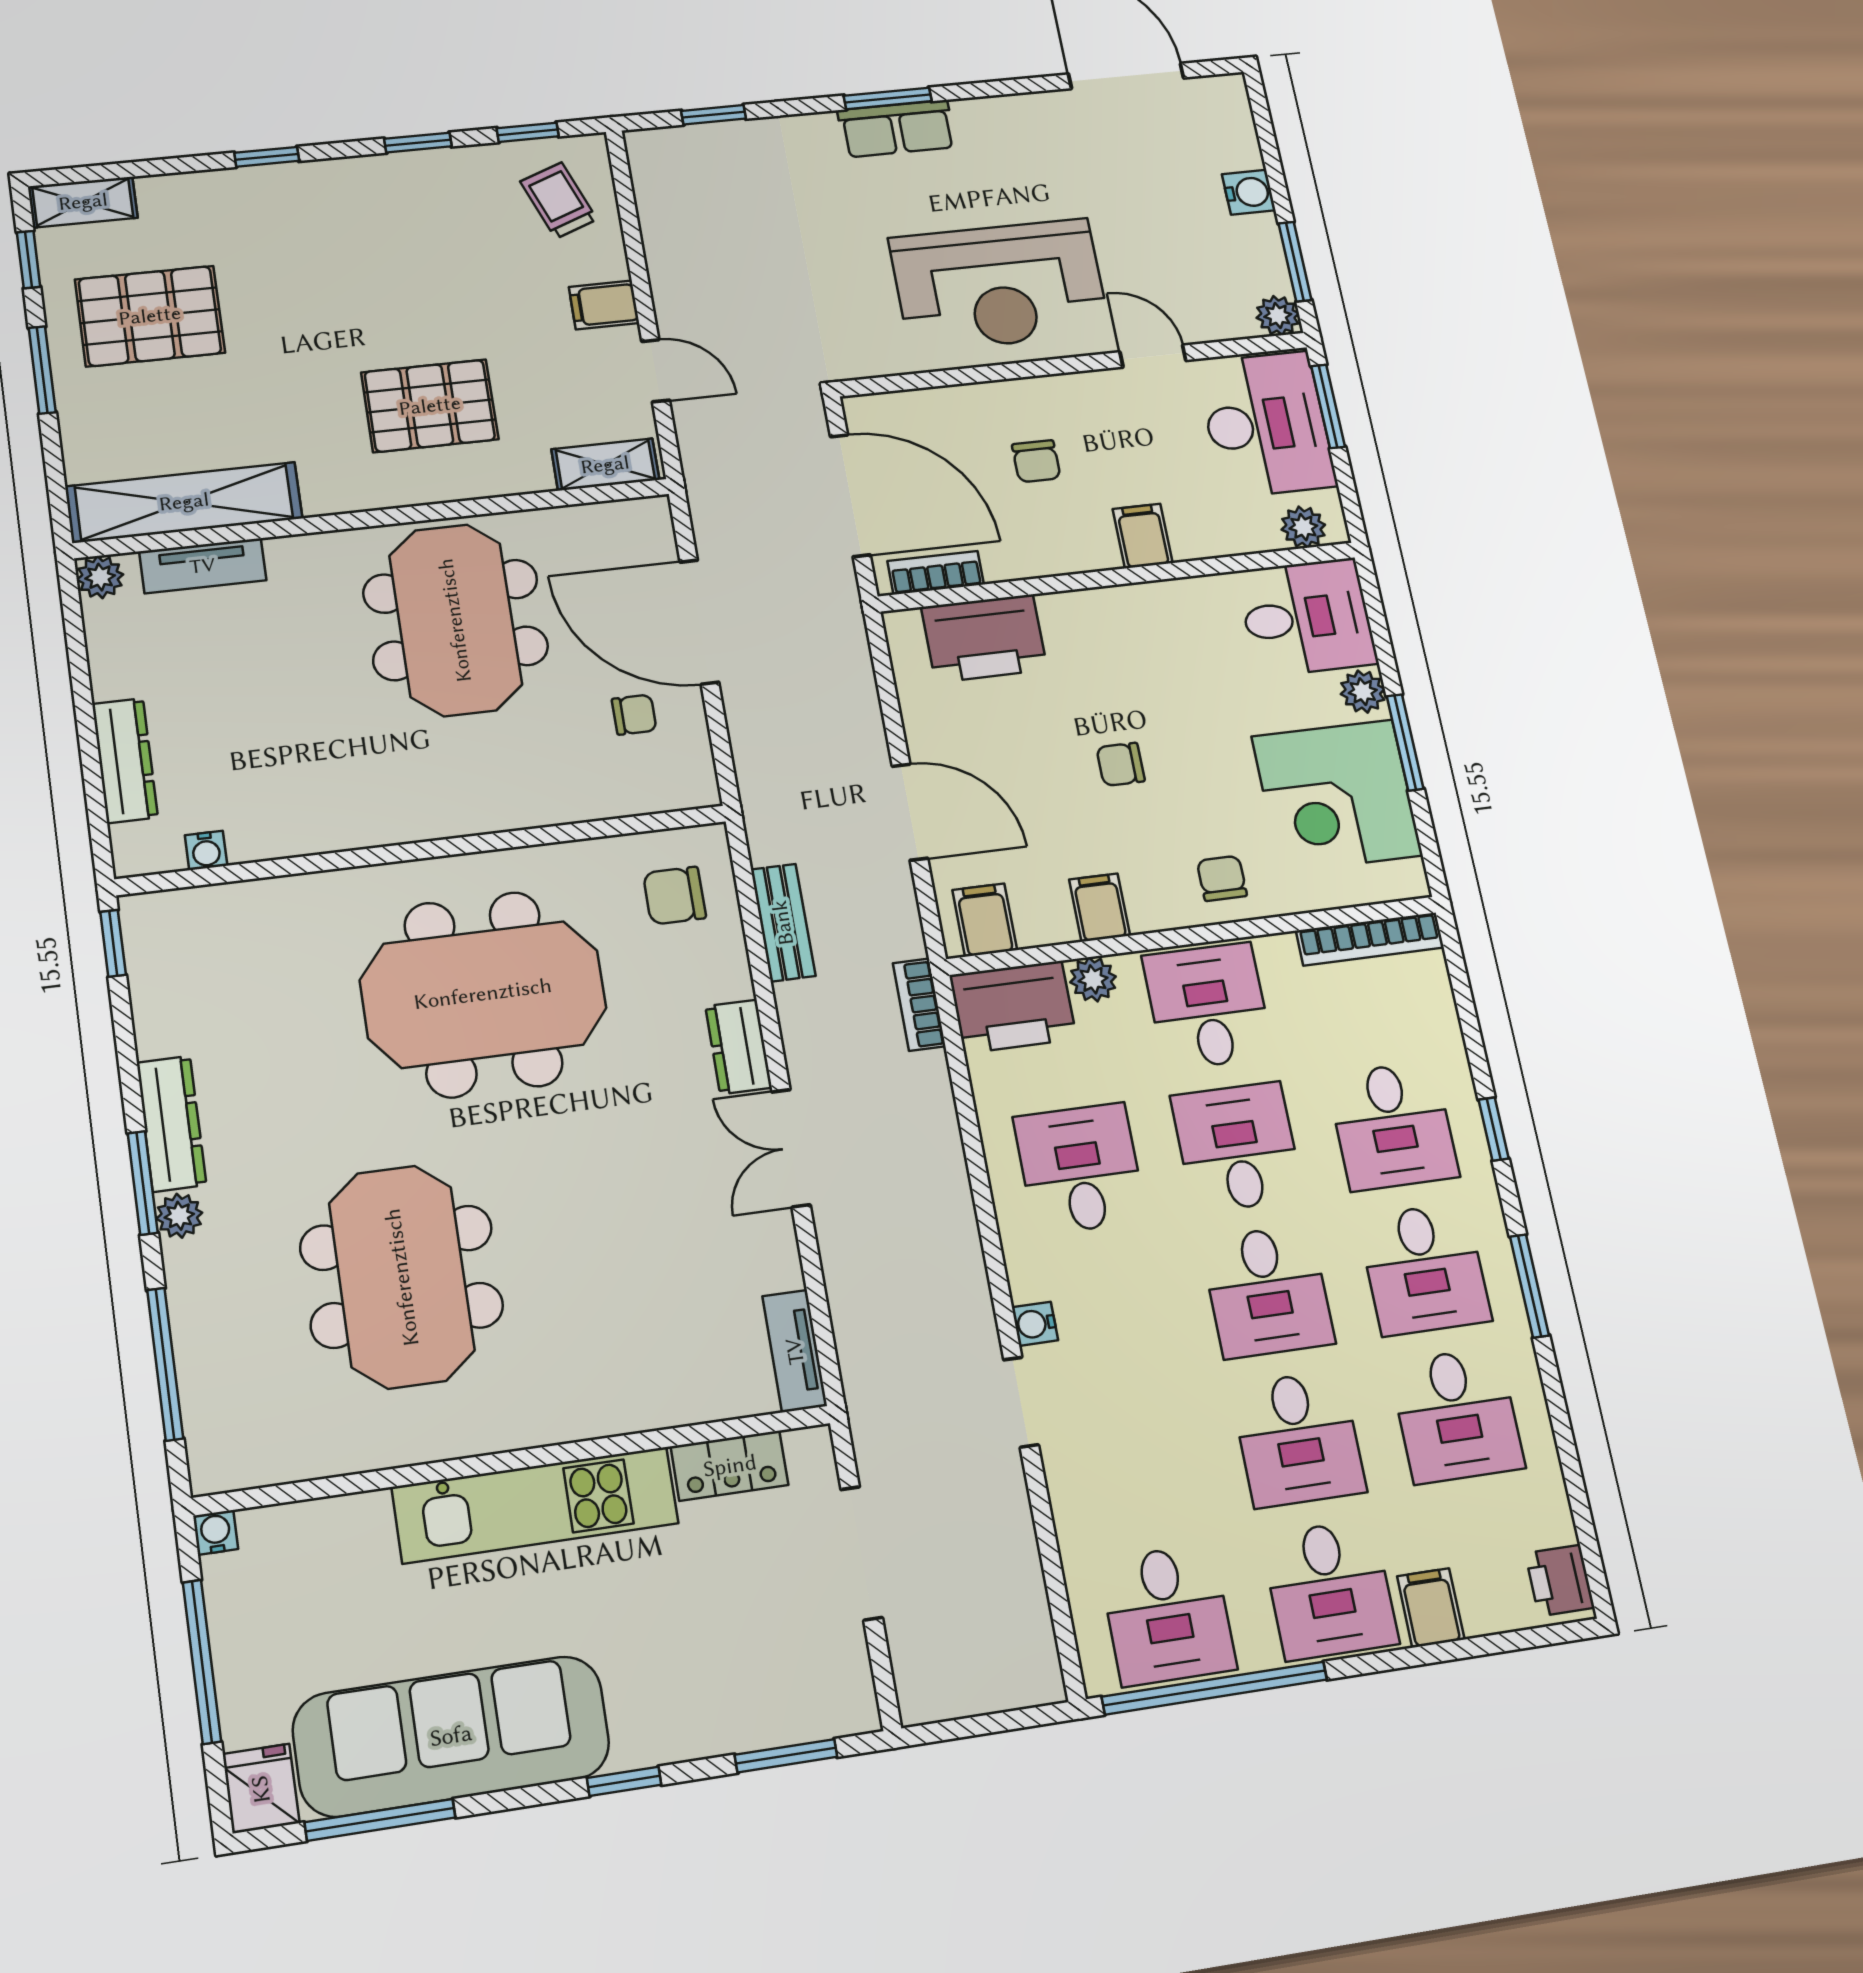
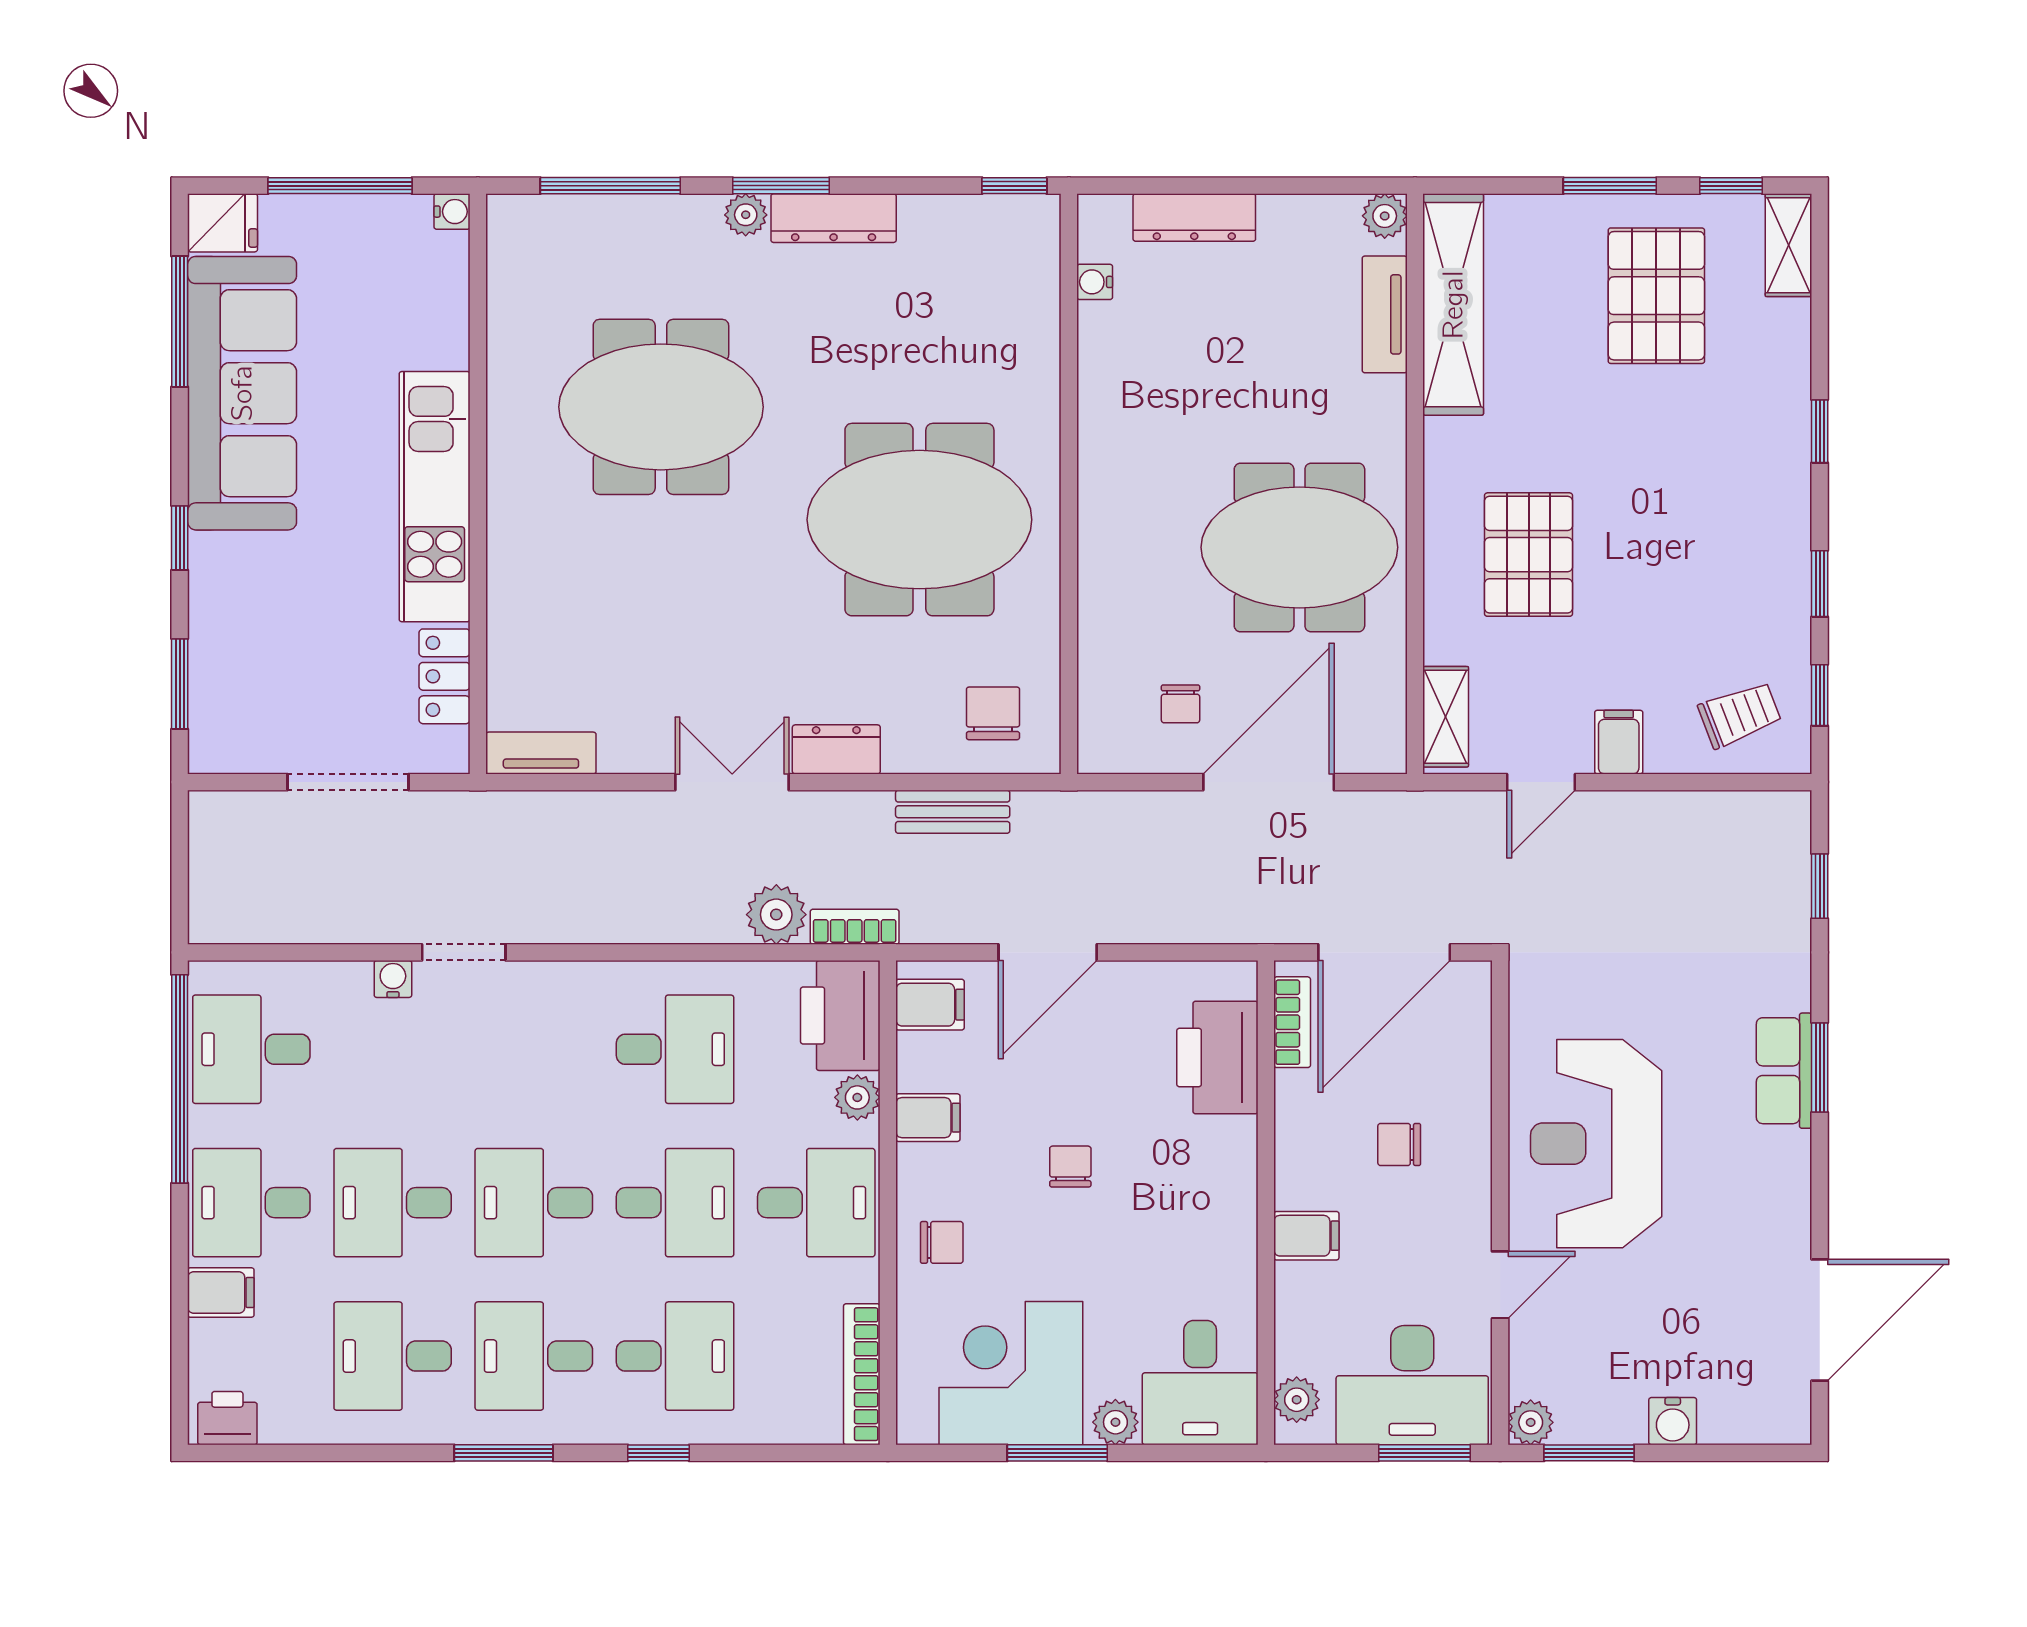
meeting table: (483, 994) -> (919, 520), turned 90
plant: (921, 1085) -> (776, 915), added
desk: (1393, 1126) -> (675, 1356), turned 180
water cooler: (1035, 1324) -> (393, 979), moved

